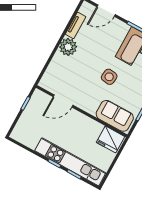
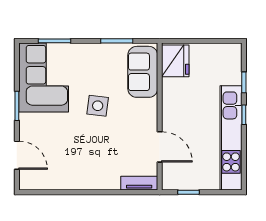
tv unit: (76, 25) -> (139, 183), moved
plant: (68, 47) -> (88, 178), removed
kitchen unit: (70, 162) -> (231, 138), moved

